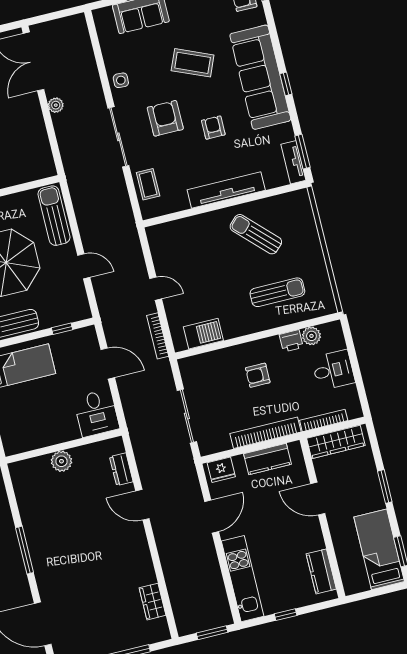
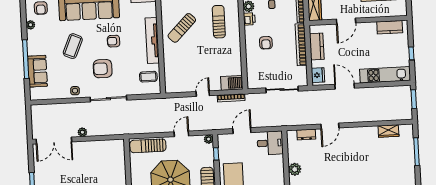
coffee table: (148, 184) -> (148, 77), moved
plant: (84, 312) -> (209, 139), added
barbecue: (203, 334) -> (232, 83), moved, turned 90

